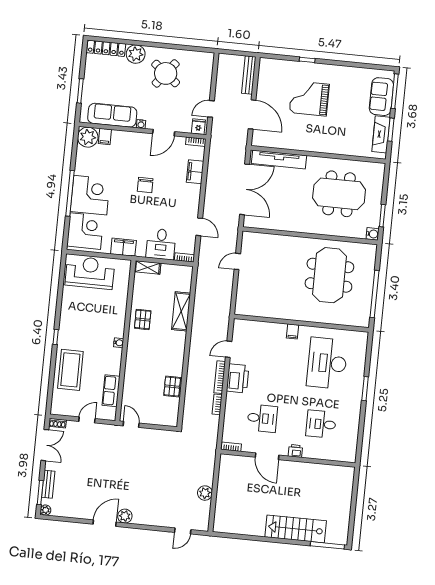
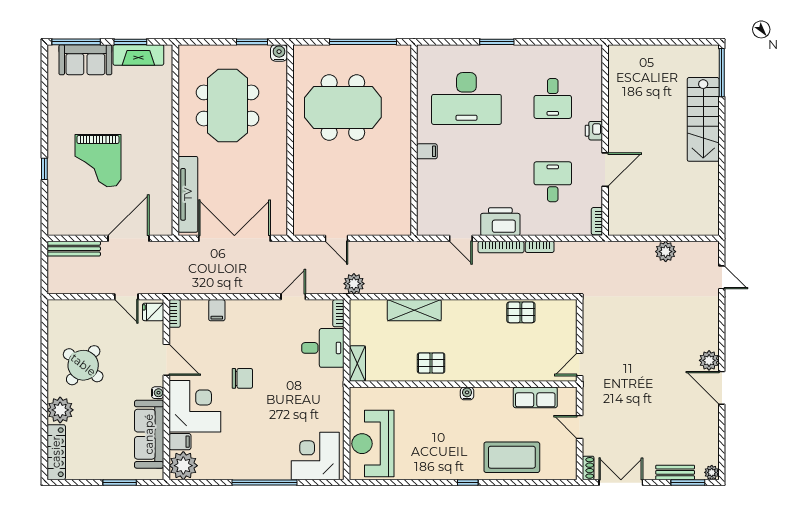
filing cabinet: (195, 172) -> (217, 310), width x0.50
corner desk: (90, 195) -> (195, 406), moved, turned 90
filing cabinet: (123, 247) -> (333, 400), removed
plant: (204, 271) -> (354, 284), added

